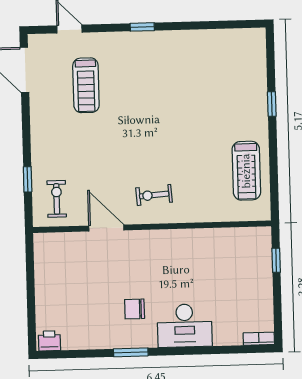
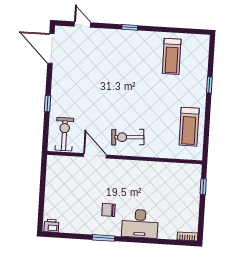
treadmill: (86, 85) -> (172, 56), moved
window: (28, 179) -> (48, 104), moved
exercise bike: (154, 195) -> (128, 137), width x1.38, depth x1.39
exercise bike: (57, 199) -> (64, 134), width x1.38, depth x1.39

